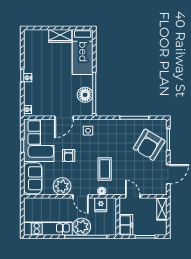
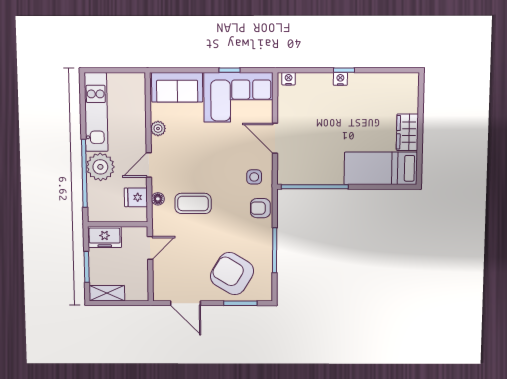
floor lamp: (85, 95) -> (312, 172), removed
armchair: (69, 156) -> (260, 208), moved
plant: (62, 186) -> (158, 128), width x0.53, depth x0.53
shelving: (162, 209) -> (107, 293), moved

